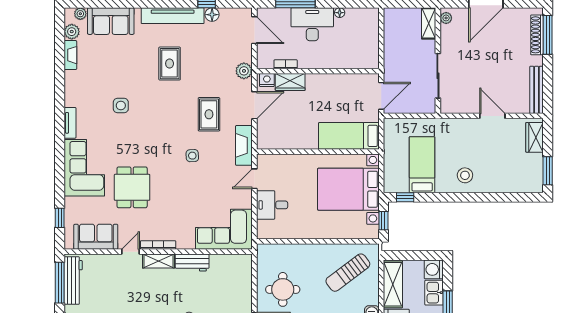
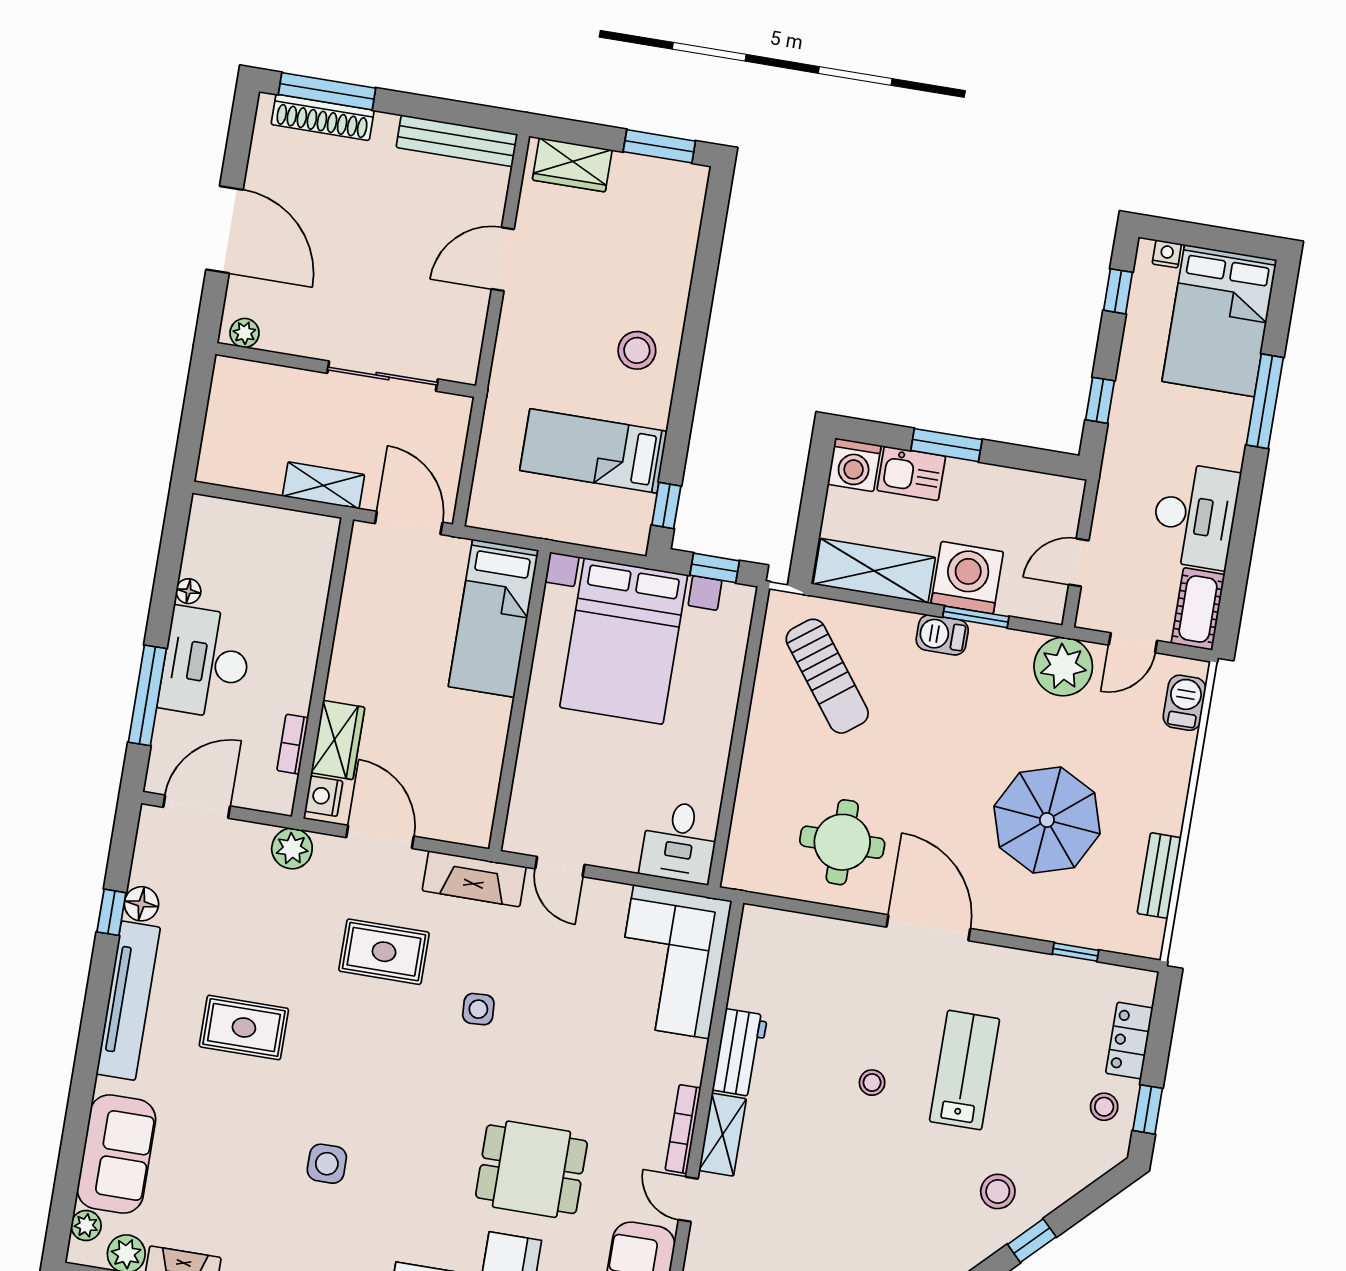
shelving: (429, 23) -> (323, 485), moved
desk: (272, 205) -> (680, 842), moved

